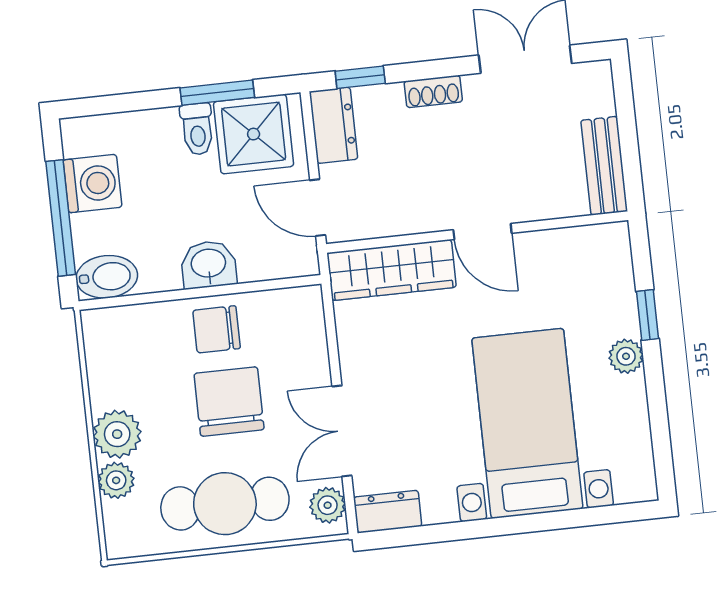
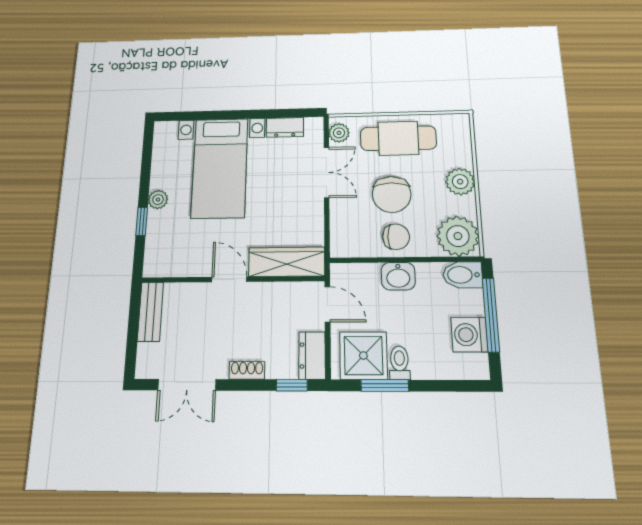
plant: (116, 480) -> (458, 236), moved, width x1.88, depth x1.88
dresser: (388, 512) -> (285, 127), moved

